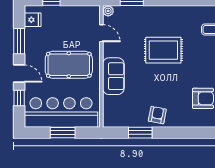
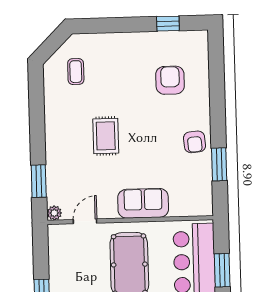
rug: (163, 50) -> (106, 136), width x0.73, depth x0.70
armchair: (157, 115) -> (195, 142), turned -106

